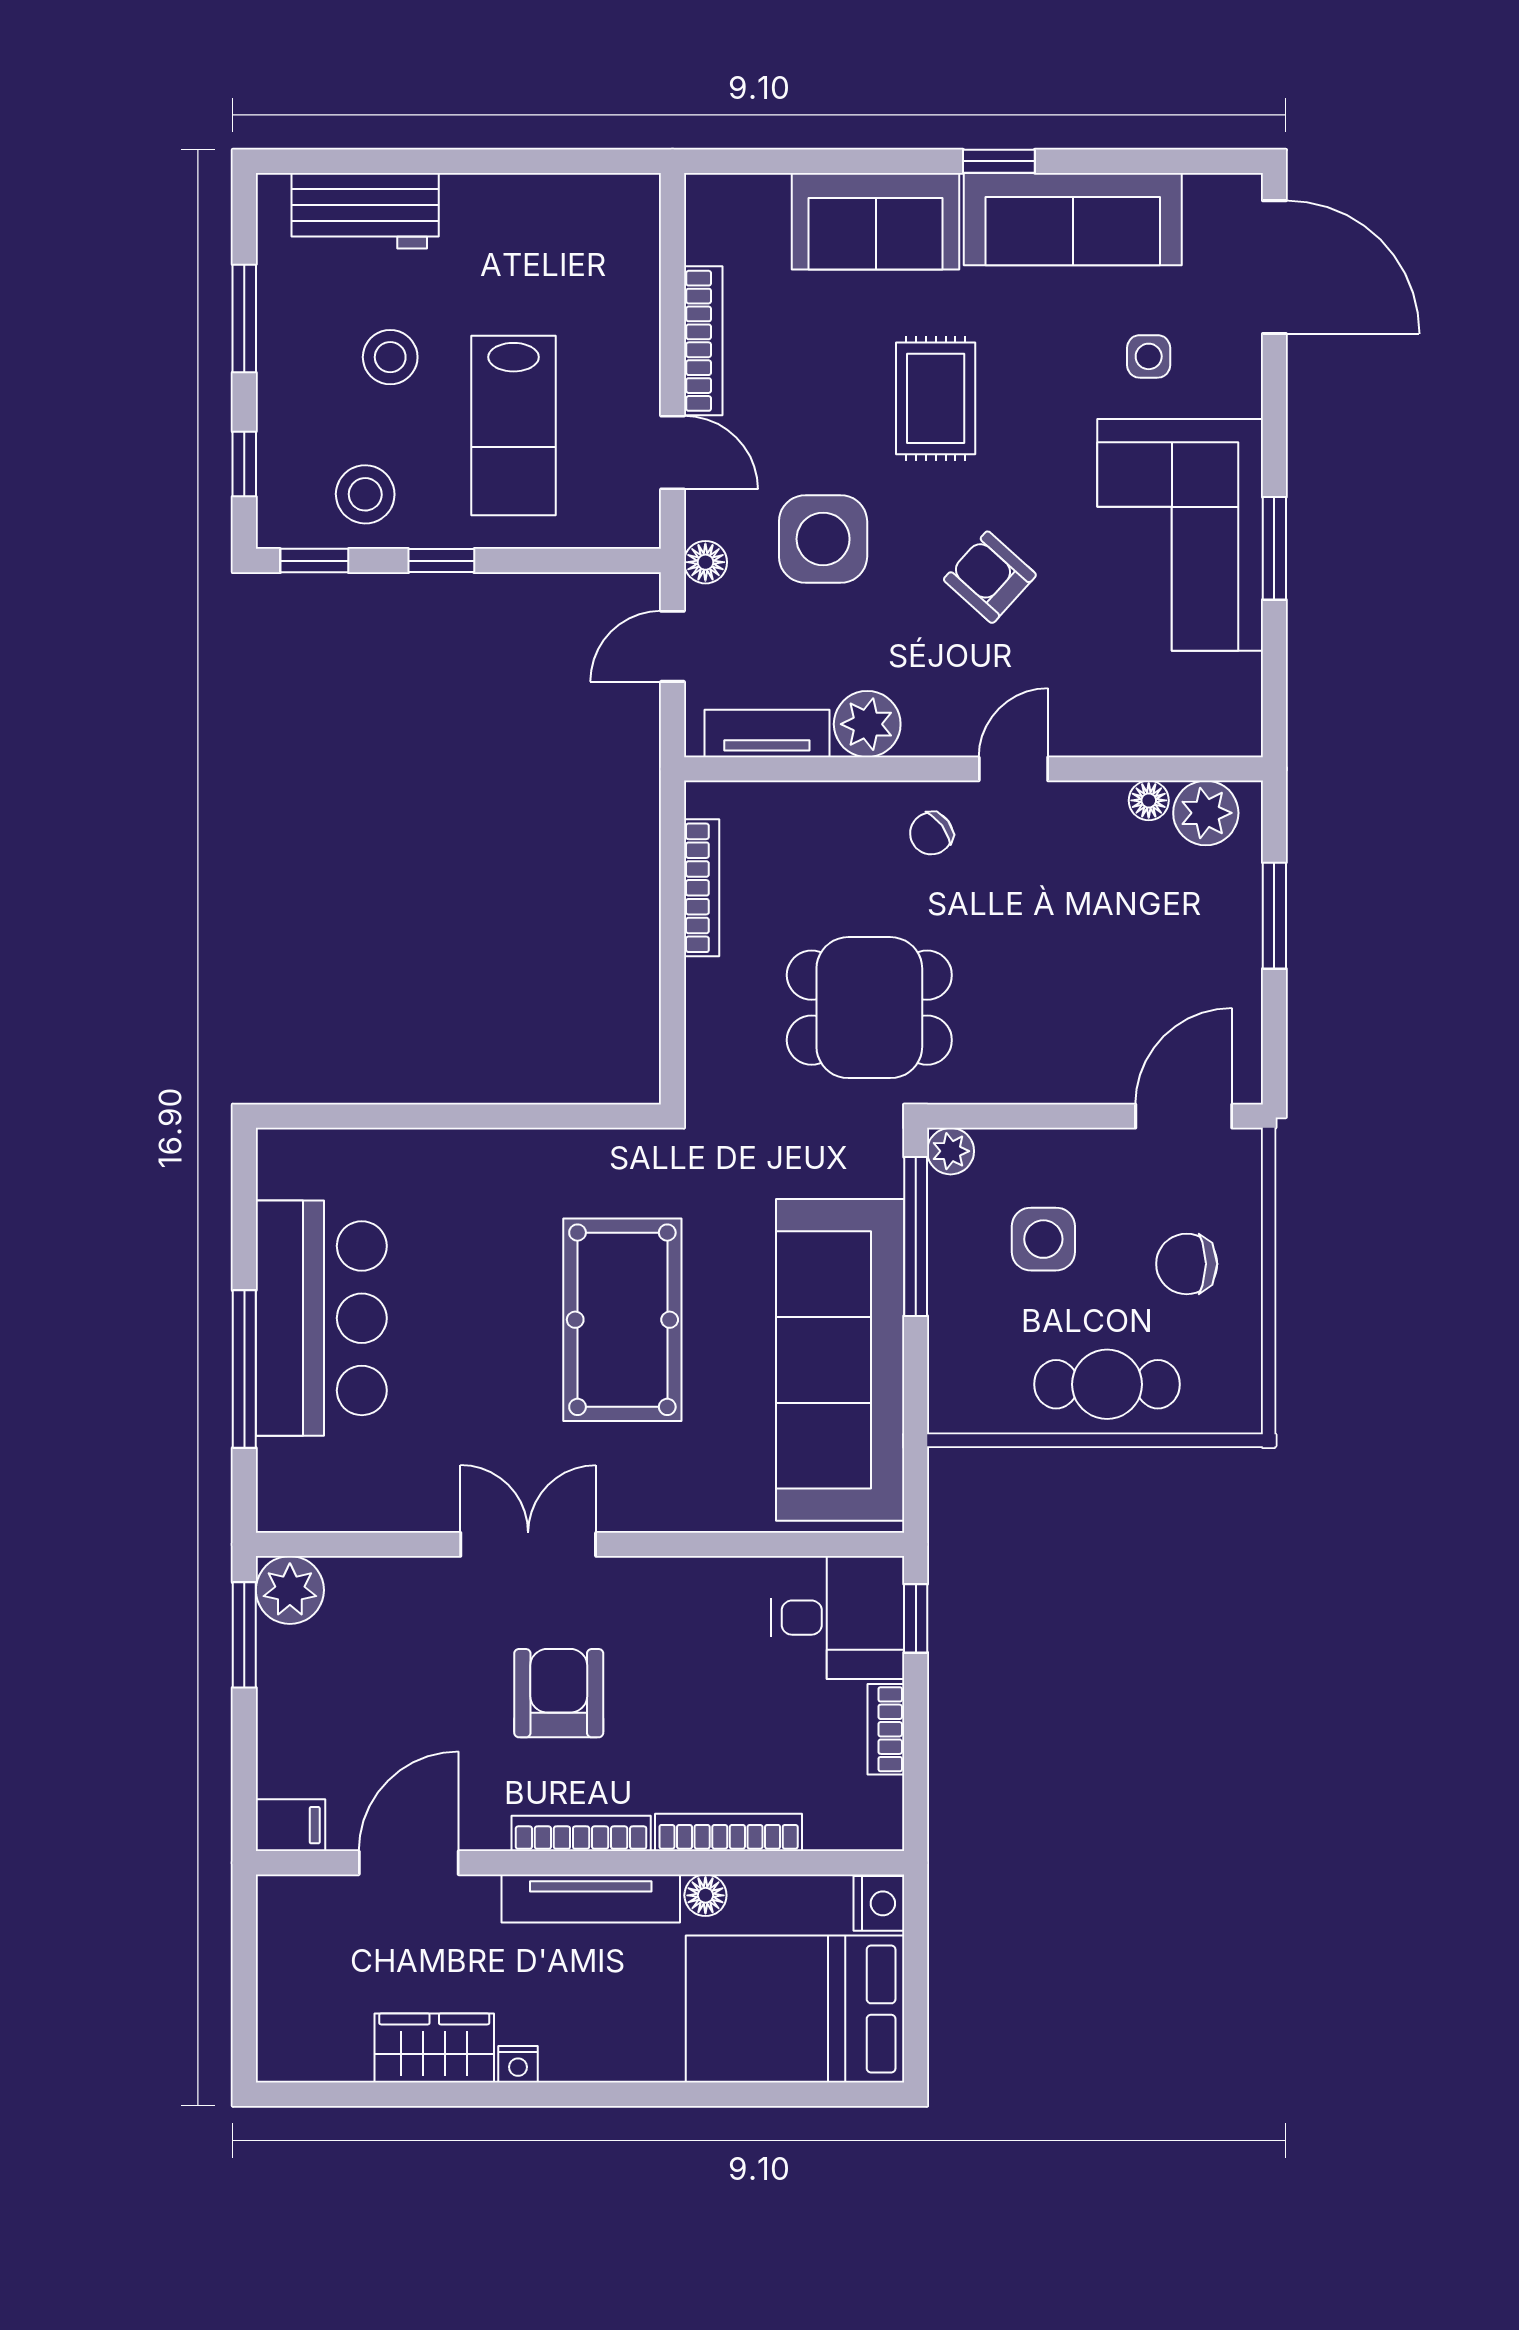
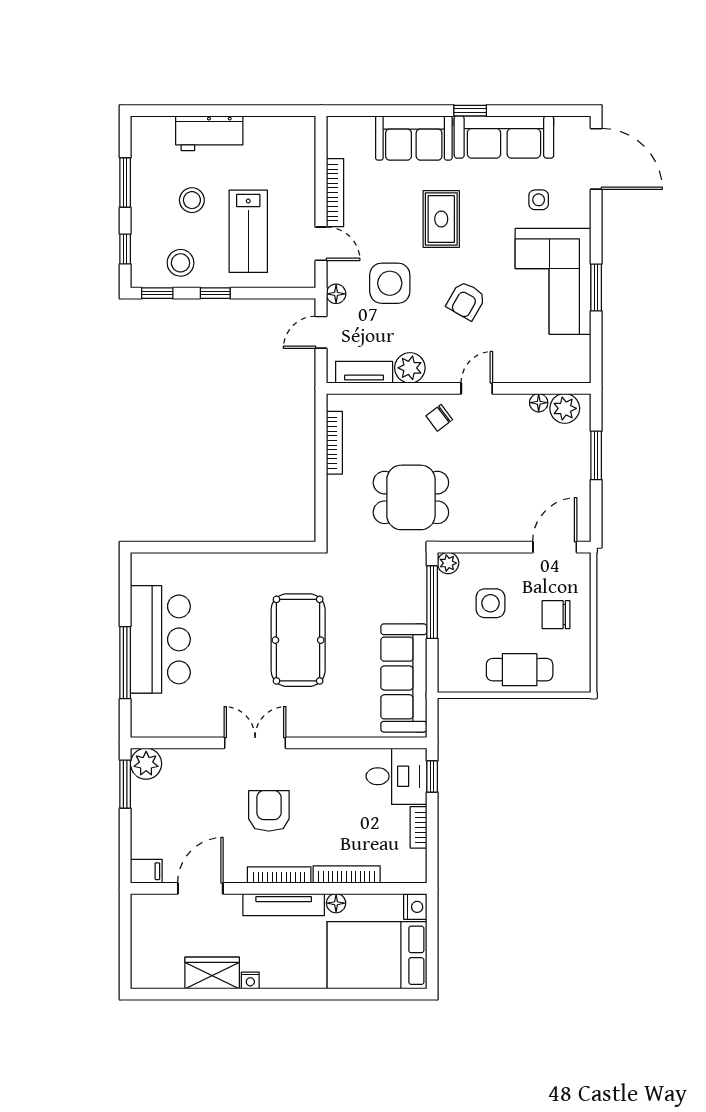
workbench: (365, 211) -> (209, 133), moved
armchair: (990, 577) -> (466, 301), turned -102
sofa: (840, 1360) -> (404, 678), width x0.74, depth x0.79

